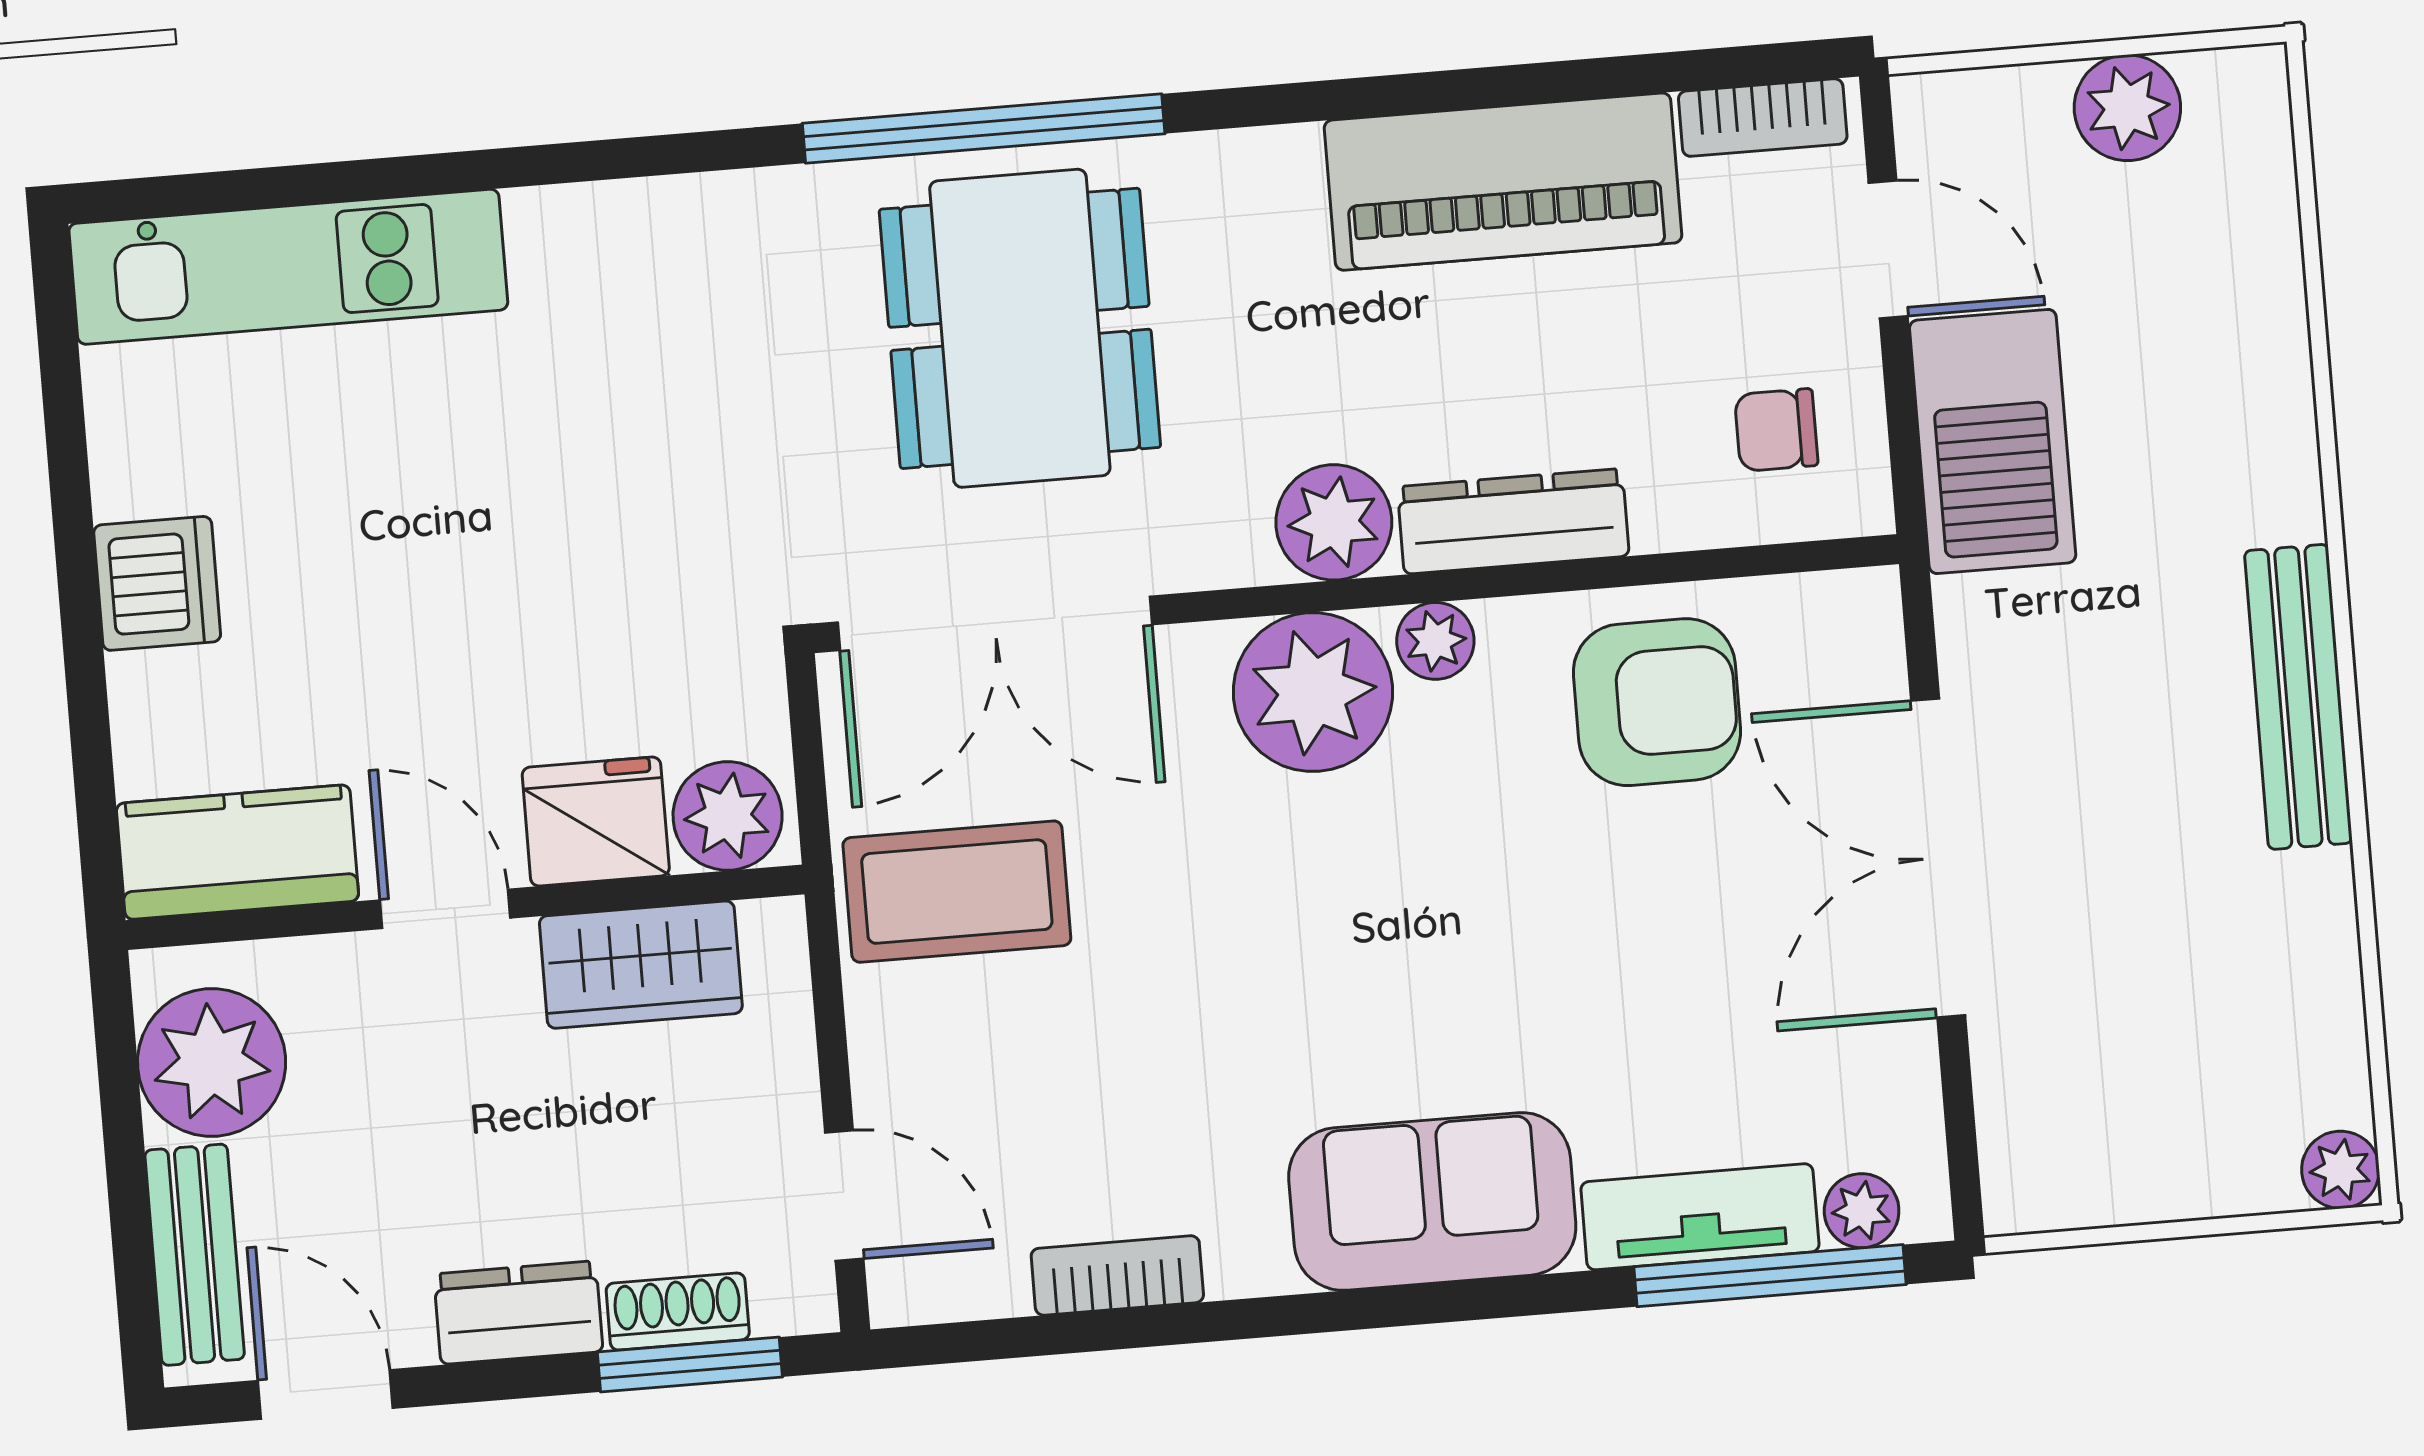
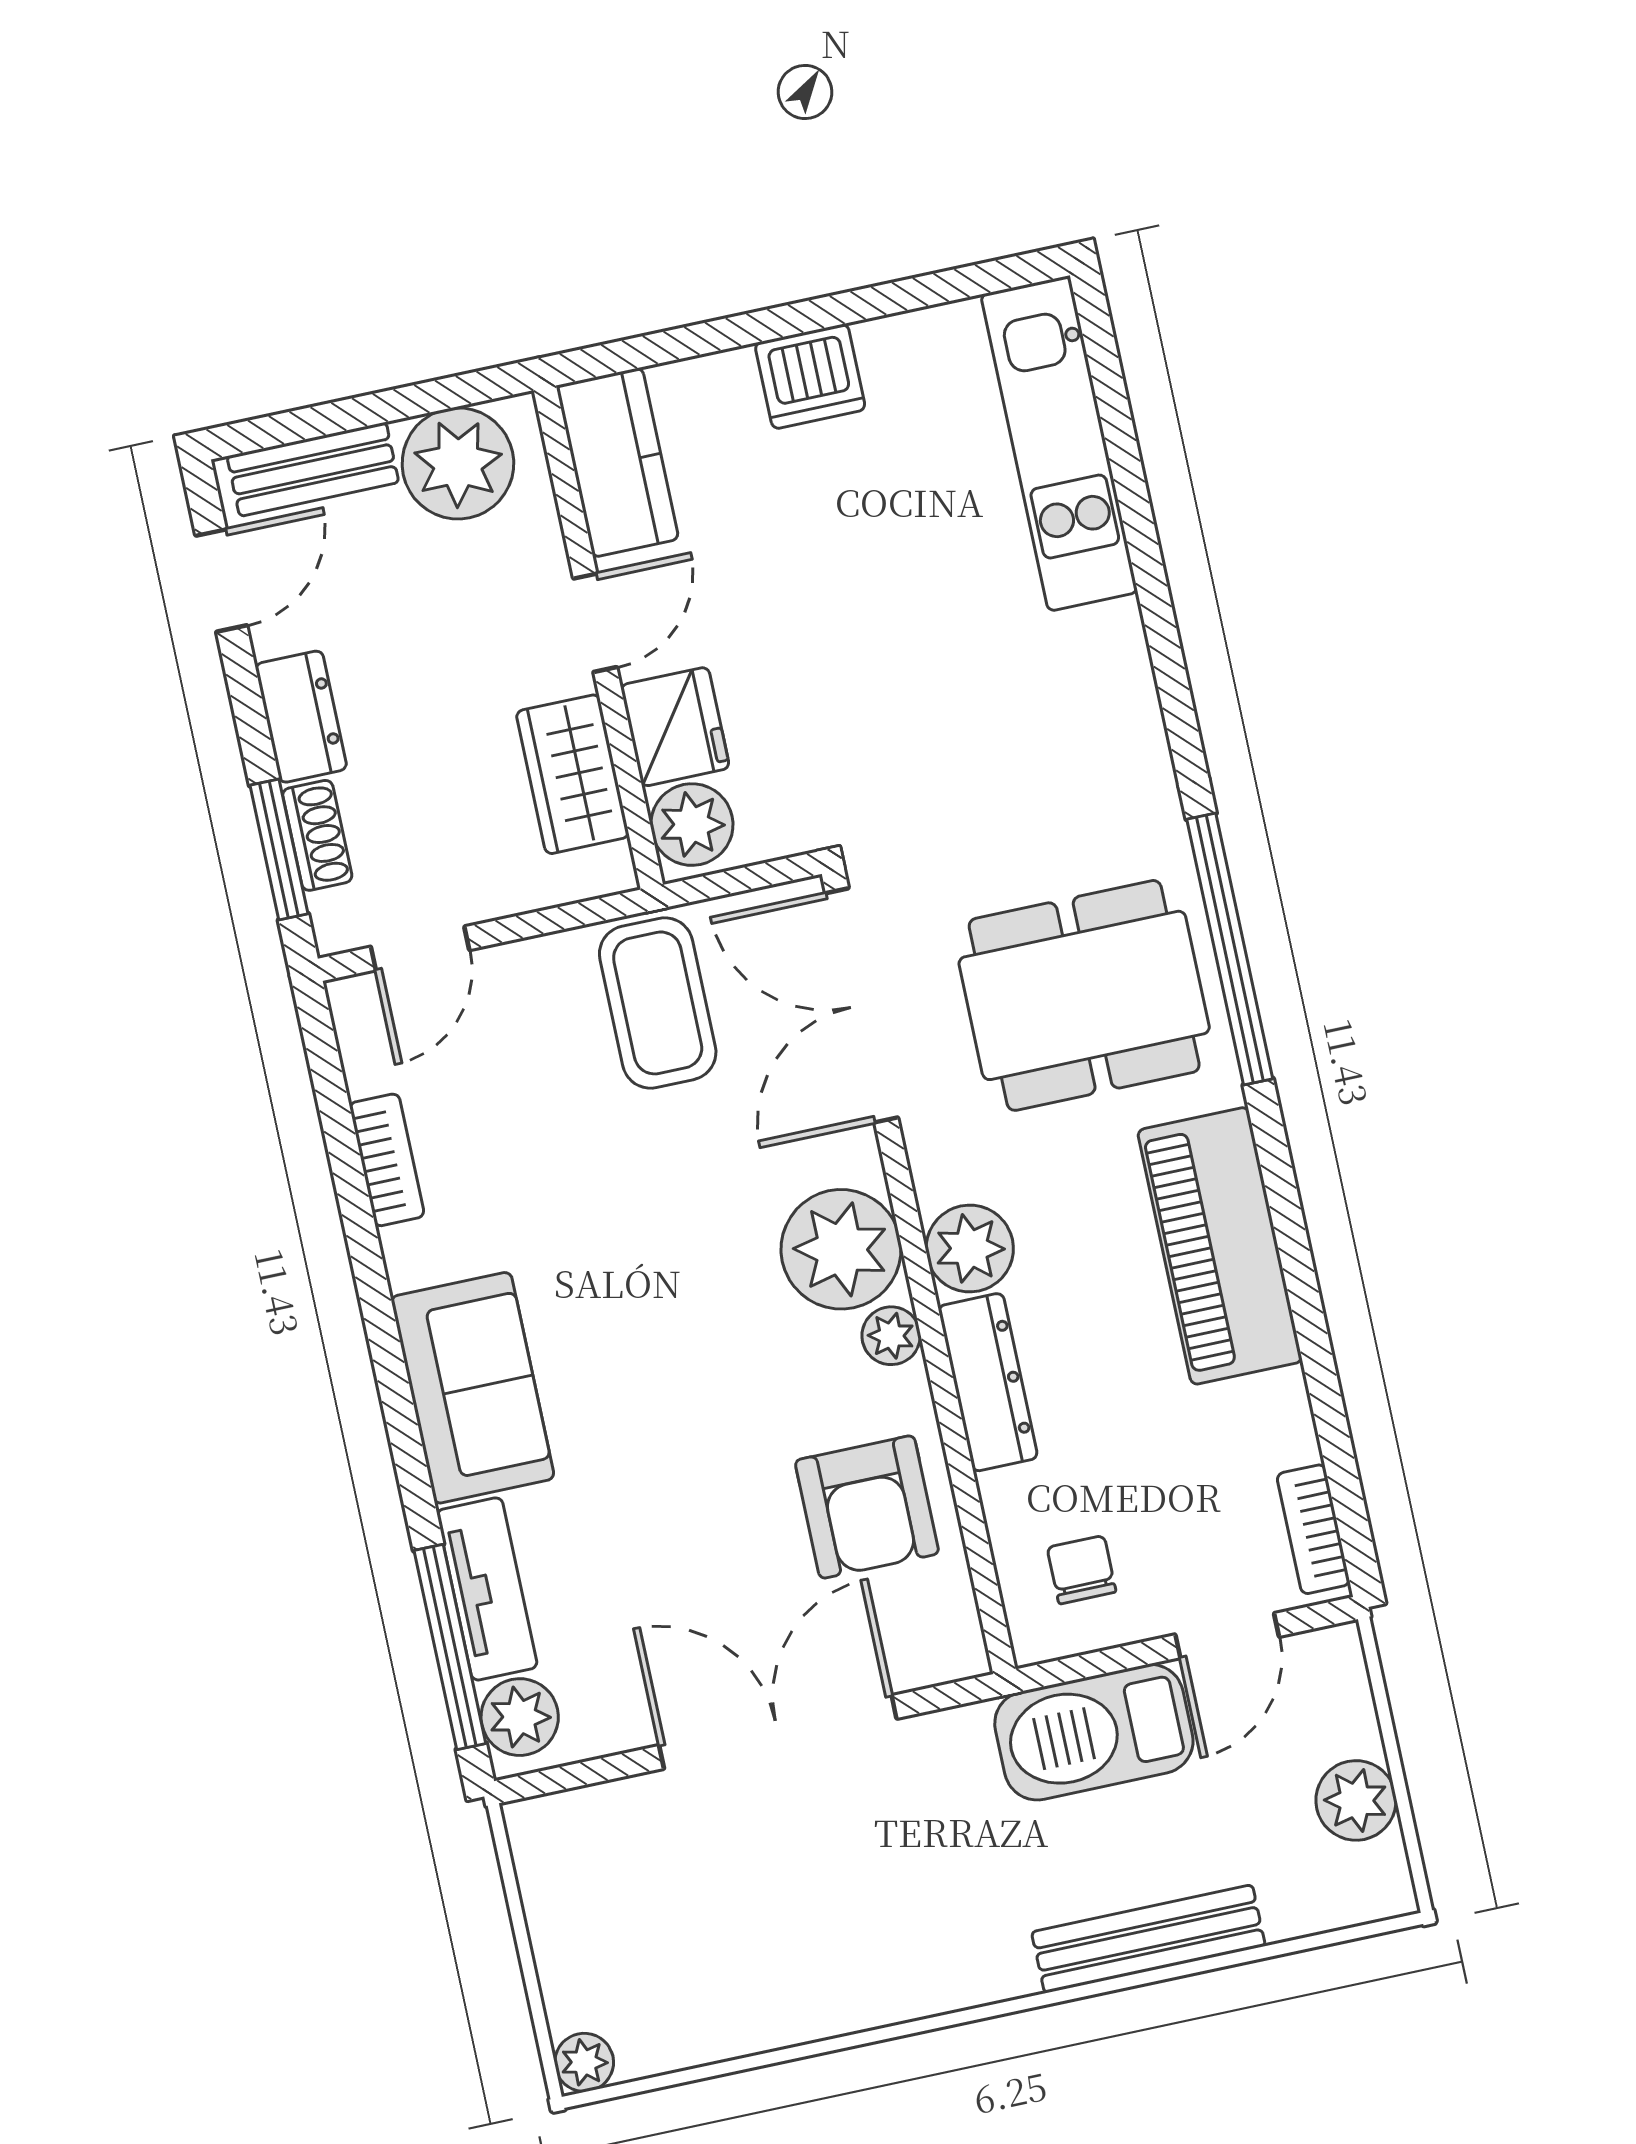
piano: (1503, 182) -> (1220, 1246), moved
bench: (2298, 697) -> (1148, 1939), moved
plant: (1862, 1211) -> (520, 1717), width x1.38, depth x1.38

